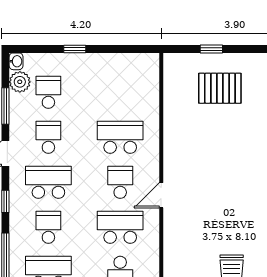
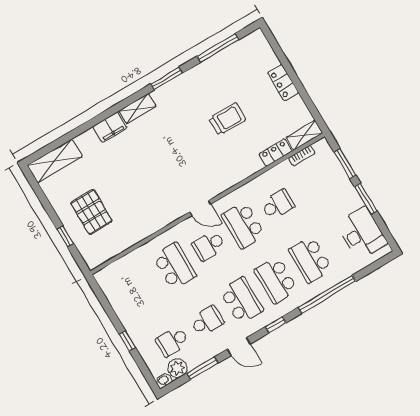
school desk: (48, 137) -> (207, 321), turned 180
school desk: (120, 137) -> (174, 266), turned 180
school desk: (48, 182) -> (241, 301), turned 180
school desk: (48, 227) -> (276, 280), width x1.85

